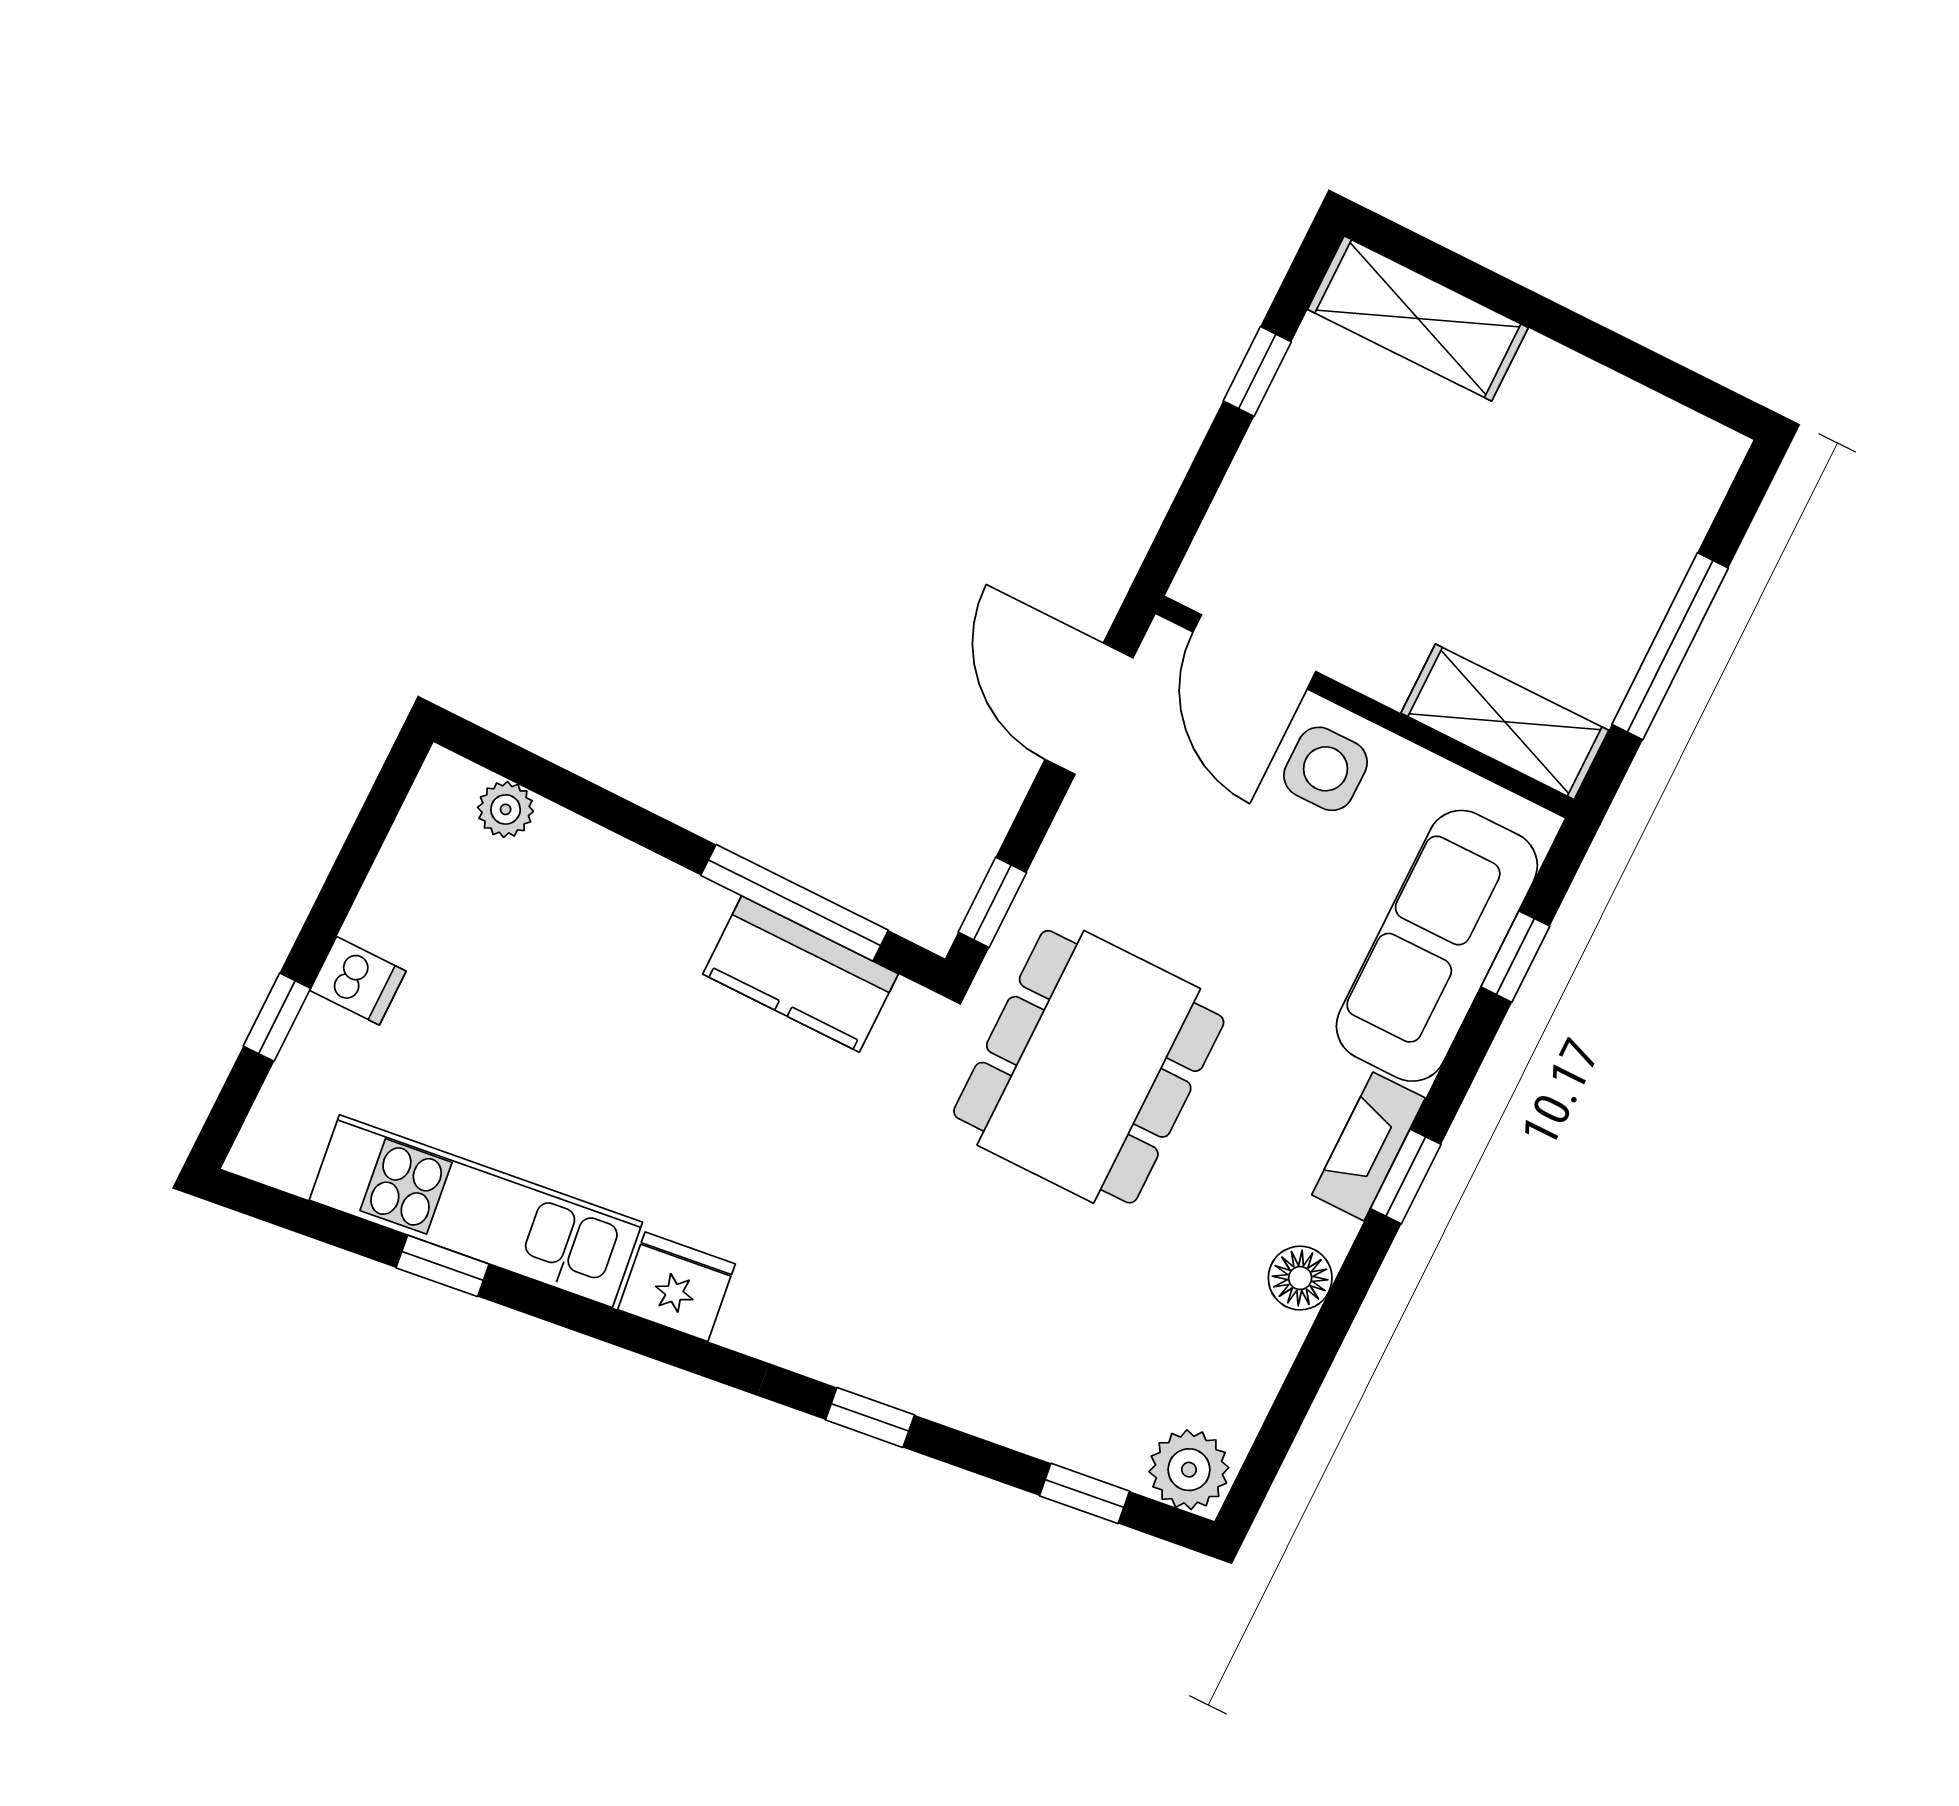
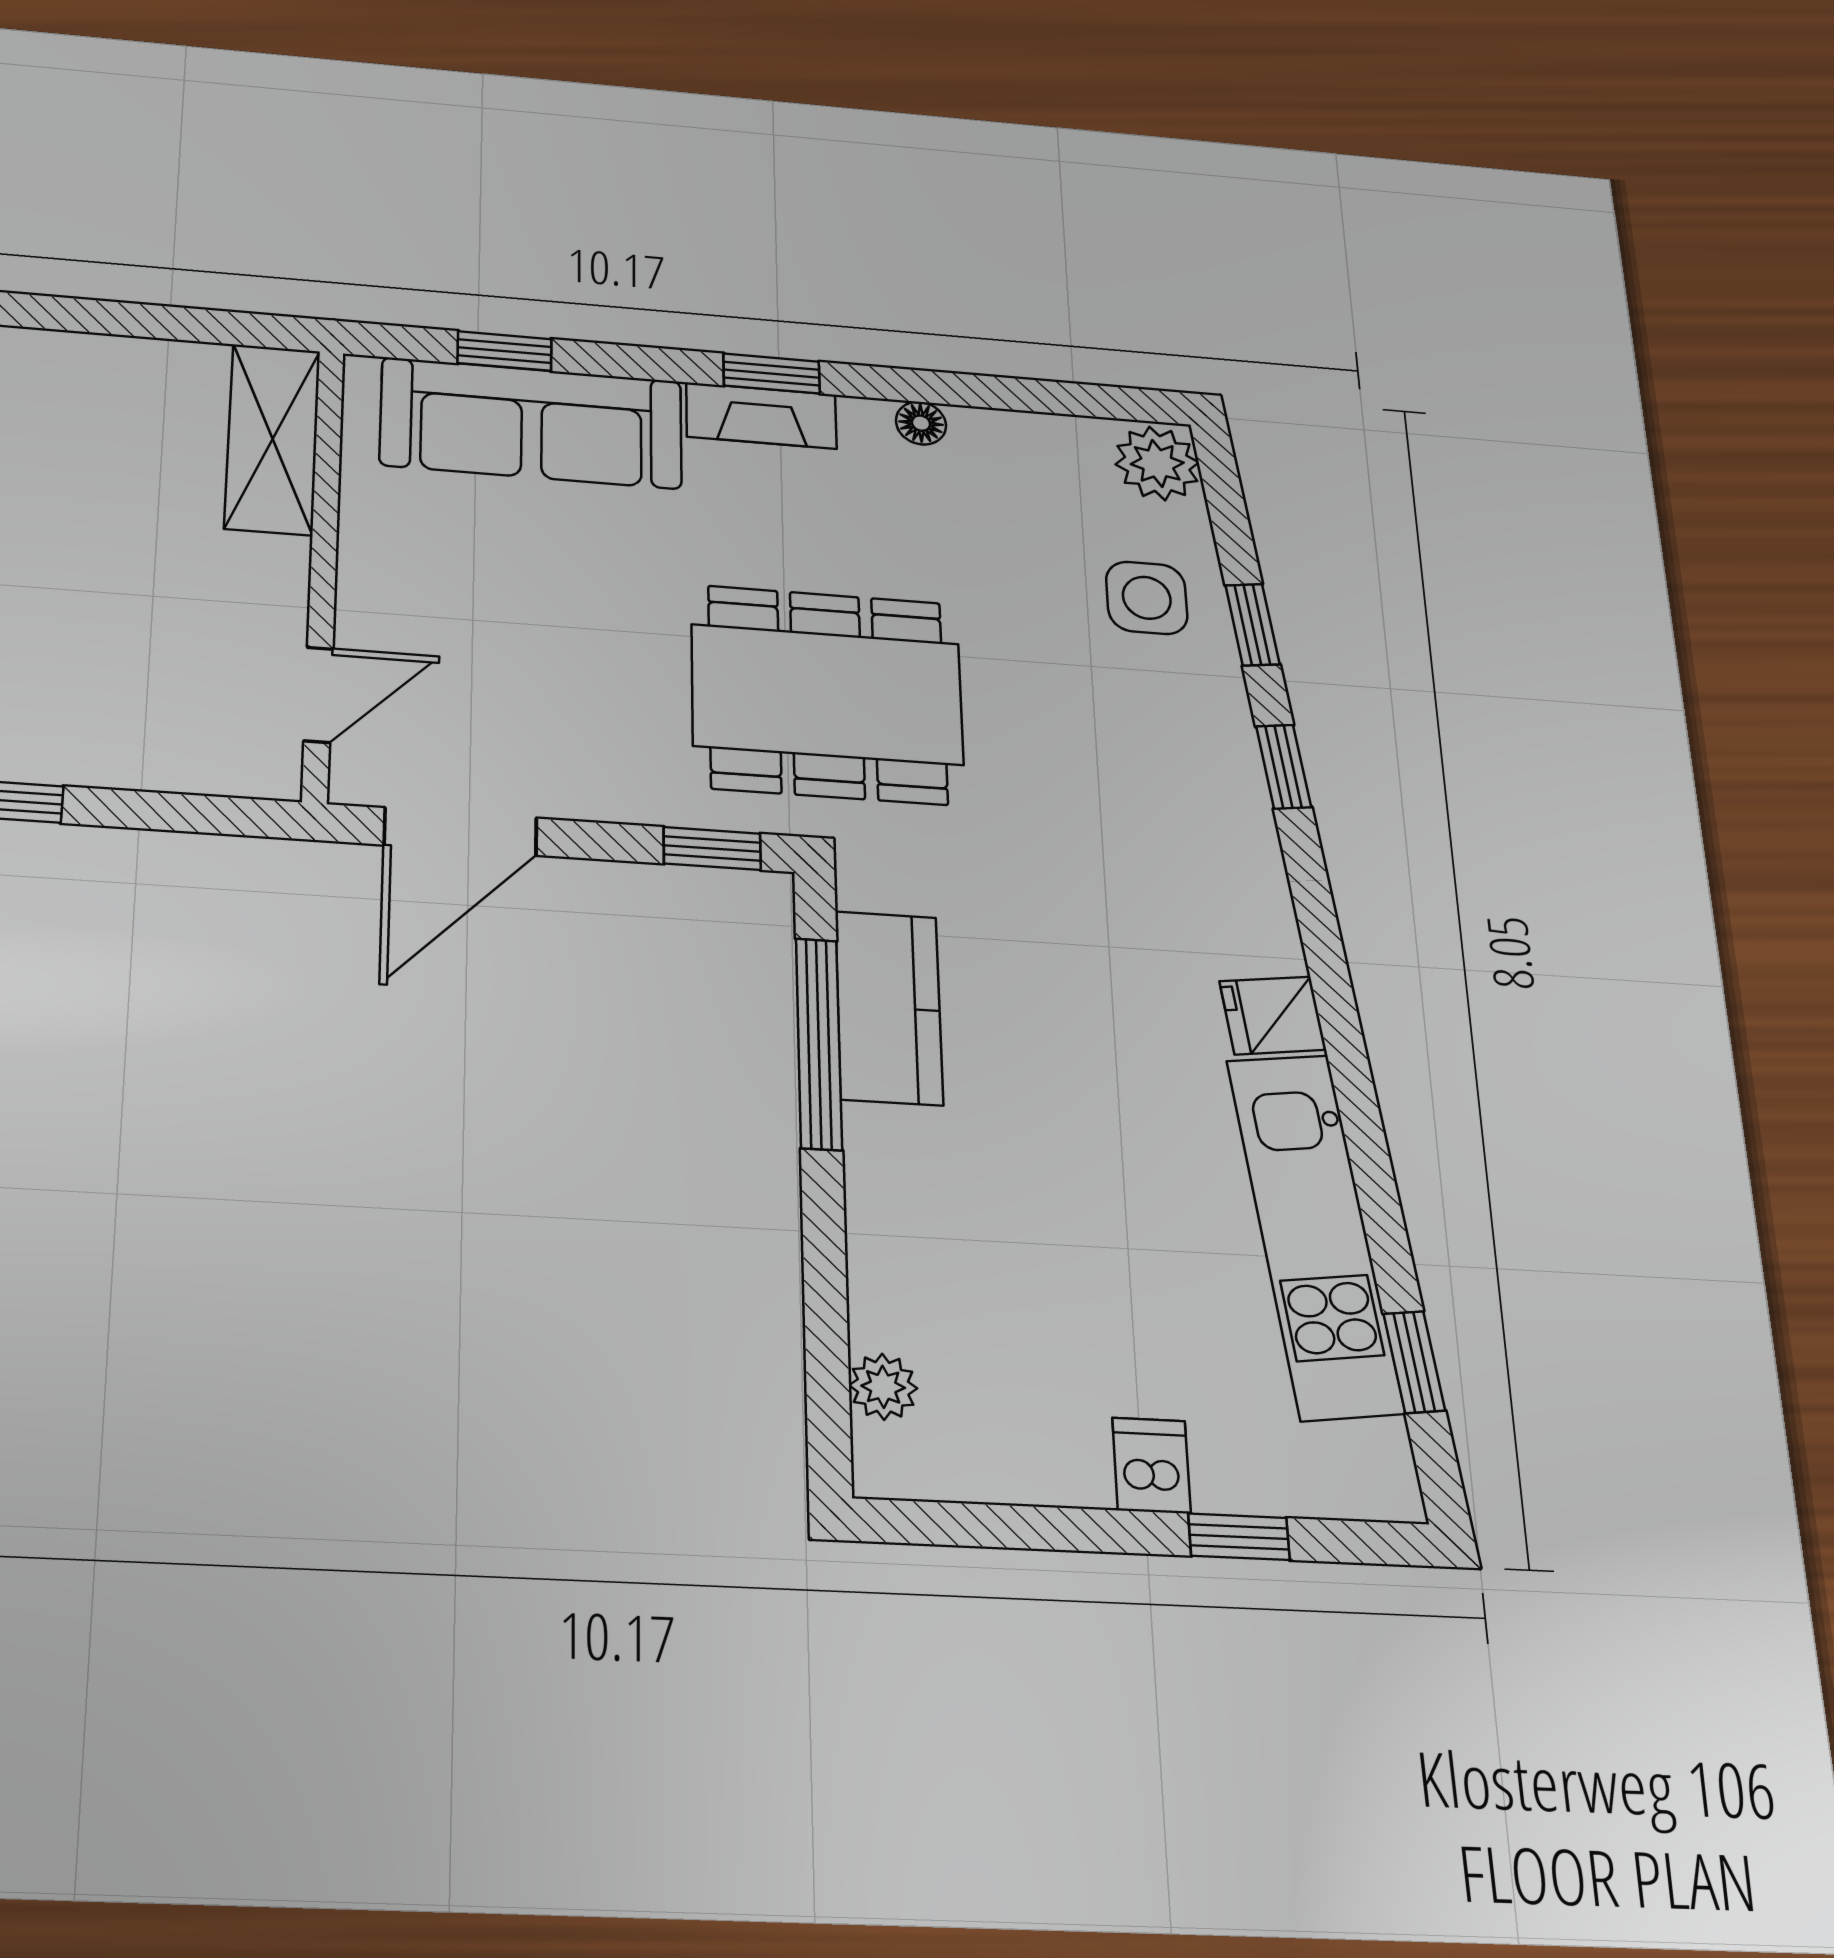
window: (1670, 646) -> (119, 319), removed
door: (1254, 652) -> (318, 695), width x0.73
side table: (1326, 769) -> (1147, 598), moved
window: (443, 1266) -> (1414, 1362), moved
floor lamp: (1300, 1278) -> (921, 423), width x0.73, depth x0.73
fridge: (676, 1287) -> (1273, 1015), width x0.72
window: (1084, 1493) -> (1252, 625), moved

